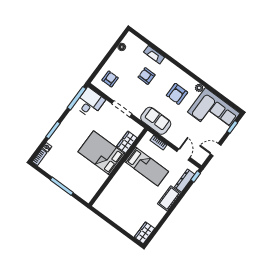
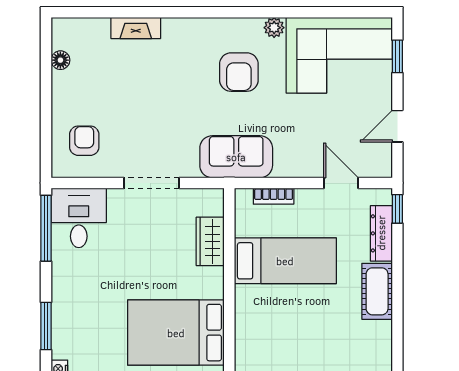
armchair: (147, 76) -> (152, 81), removed
bed: (102, 153) -> (176, 333), moved

